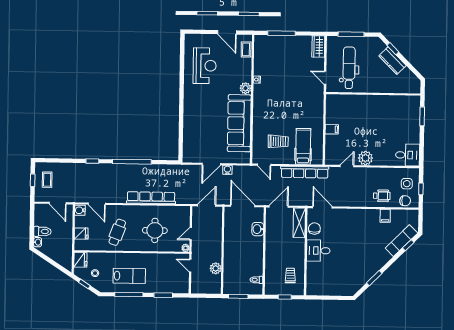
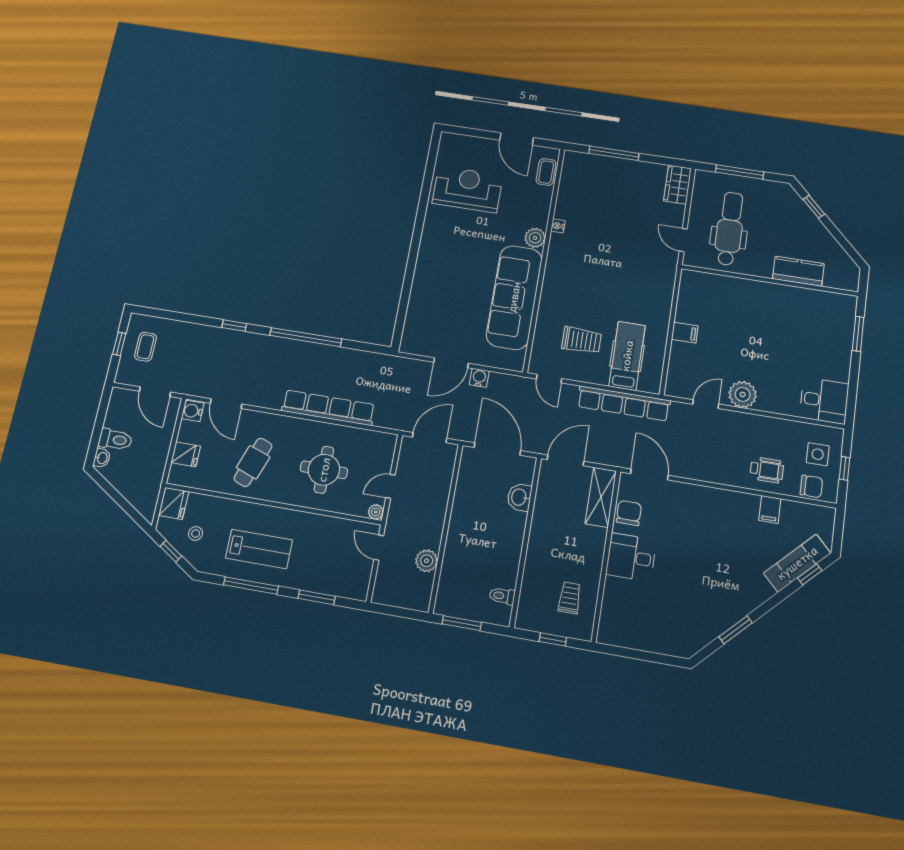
kitchen counter: (393, 61) -> (798, 271), moved, turned 135
reception desk: (205, 66) -> (468, 189), turned -90

